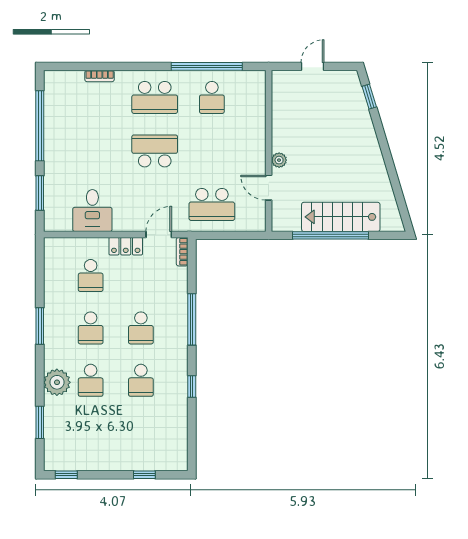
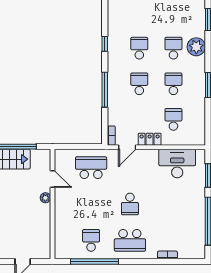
school desk: (155, 97) -> (130, 240), turned 180
school desk: (155, 151) -> (130, 204), width x0.54
desk: (92, 211) -> (177, 164), width x1.37

